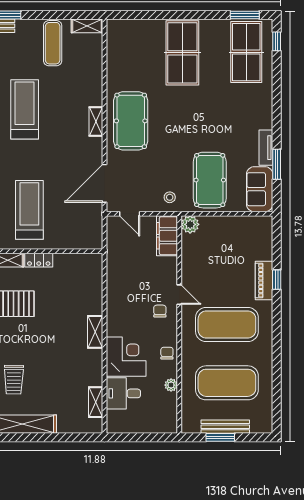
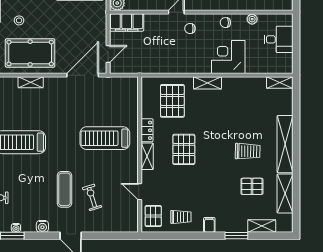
door: (104, 183) -> (83, 75), swing flipped
stool: (170, 197) -> (19, 20), moved
pallet: (74, 290) -> (172, 101), added
desk: (123, 393) -> (279, 39), moved, turned -90
shelving: (96, 402) -> (280, 83), moved

